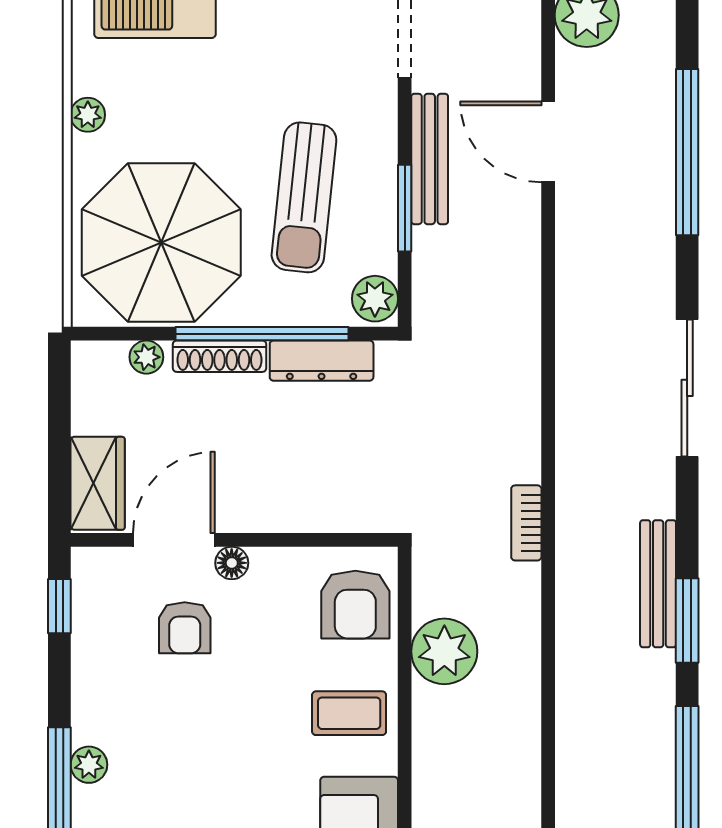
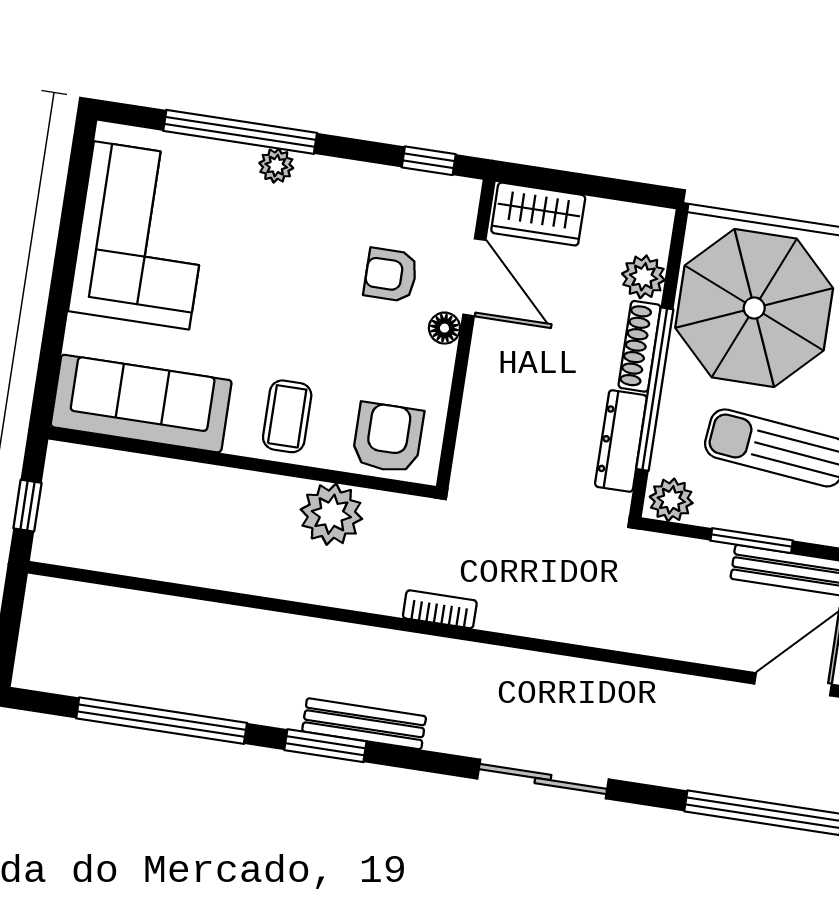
plant: (146, 357) -> (643, 277), width x1.38, depth x1.38
armchair: (355, 605) -> (388, 438), turned 90

